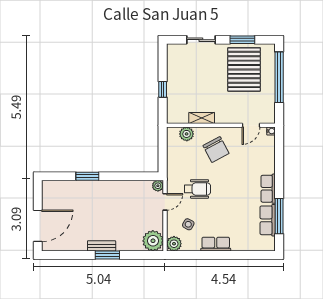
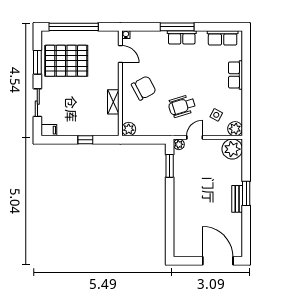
filing cabinet: (173, 52) -> (49, 130), added
plant: (187, 134) -> (129, 129), moved
window: (87, 176) -> (170, 166), moved
wheelchair: (197, 189) -> (182, 106), turned -107
door: (165, 202) -> (195, 137), hinge flipped
window: (279, 216) -> (177, 27), moved
row of seats: (268, 220) -> (223, 38), moved
row of seats: (216, 244) -> (235, 75), moved

